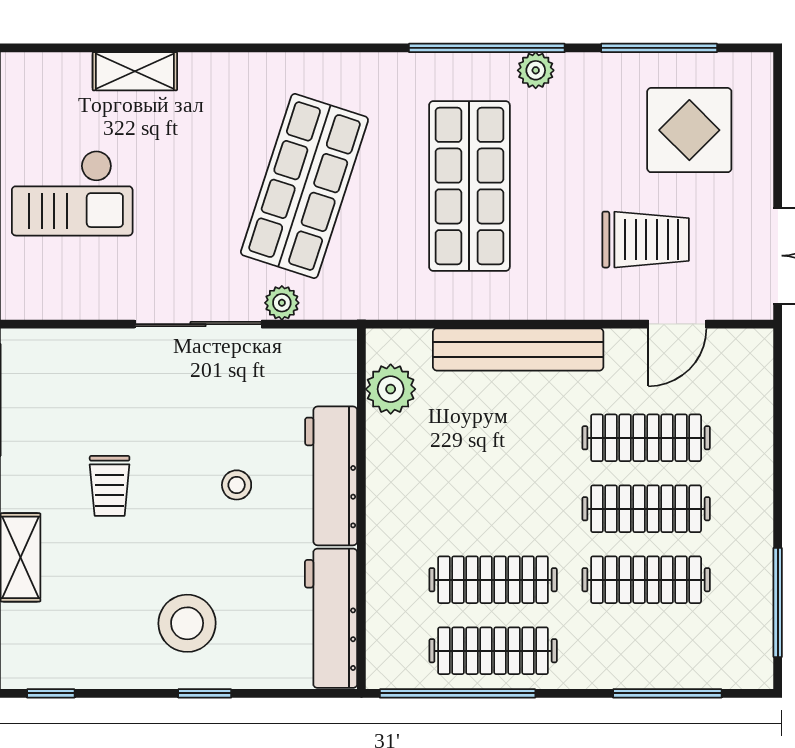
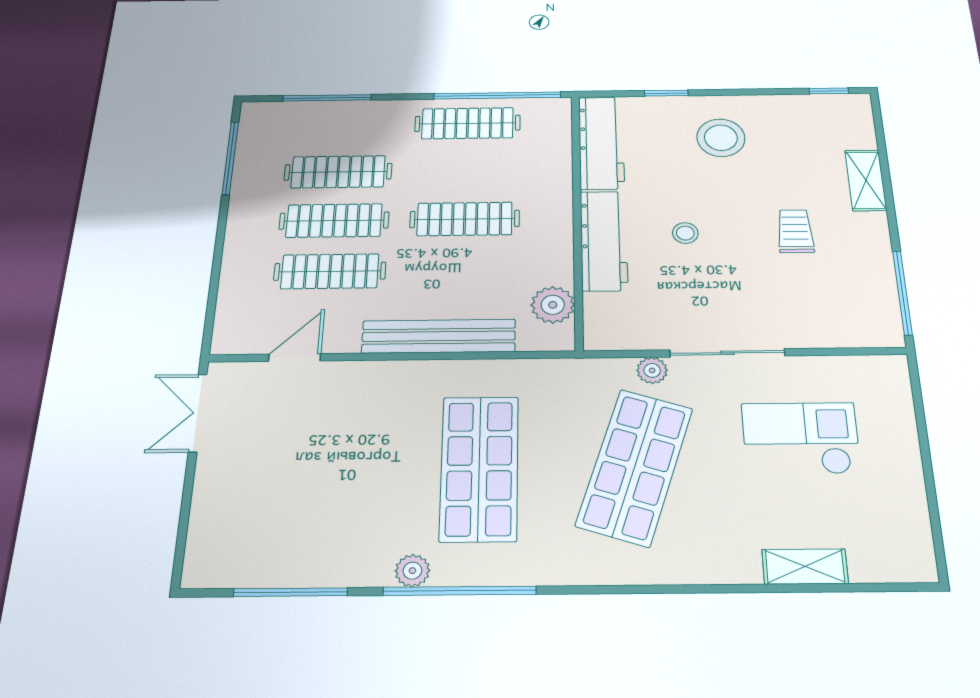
display table: (689, 130) -> (268, 518), removed
checkout: (72, 193) -> (801, 438), moved
trolley: (646, 240) -> (318, 425), removed
clothes rail: (493, 580) -> (465, 219), moved
window: (205, 693) -> (666, 93), moved

